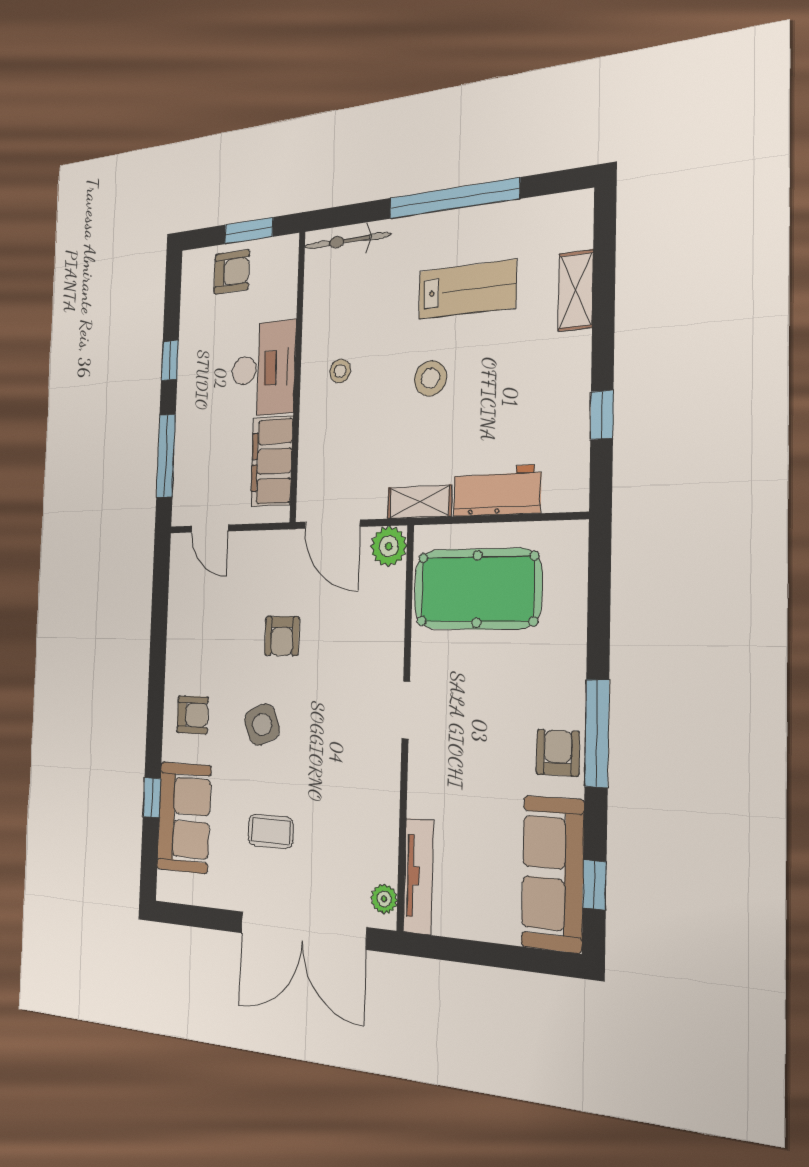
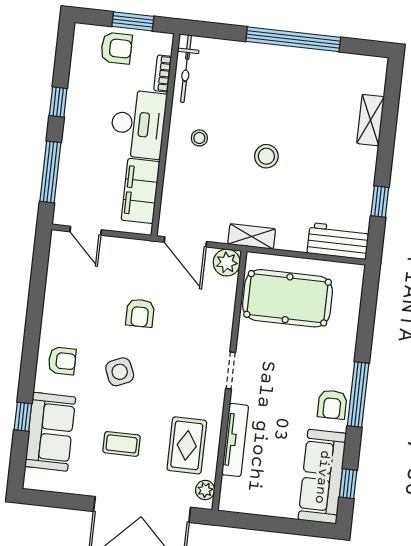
bicycle: (347, 241) -> (186, 69), moved, turned -90
lab bench: (467, 290) -> (297, 103), removed
bookcase: (289, 292) -> (163, 73), added
workbench: (497, 491) -> (338, 241), moved
armchair: (558, 753) -> (332, 404), turned 180
rug: (355, 830) -> (187, 445), added
tv unit: (418, 876) -> (235, 440), moved

